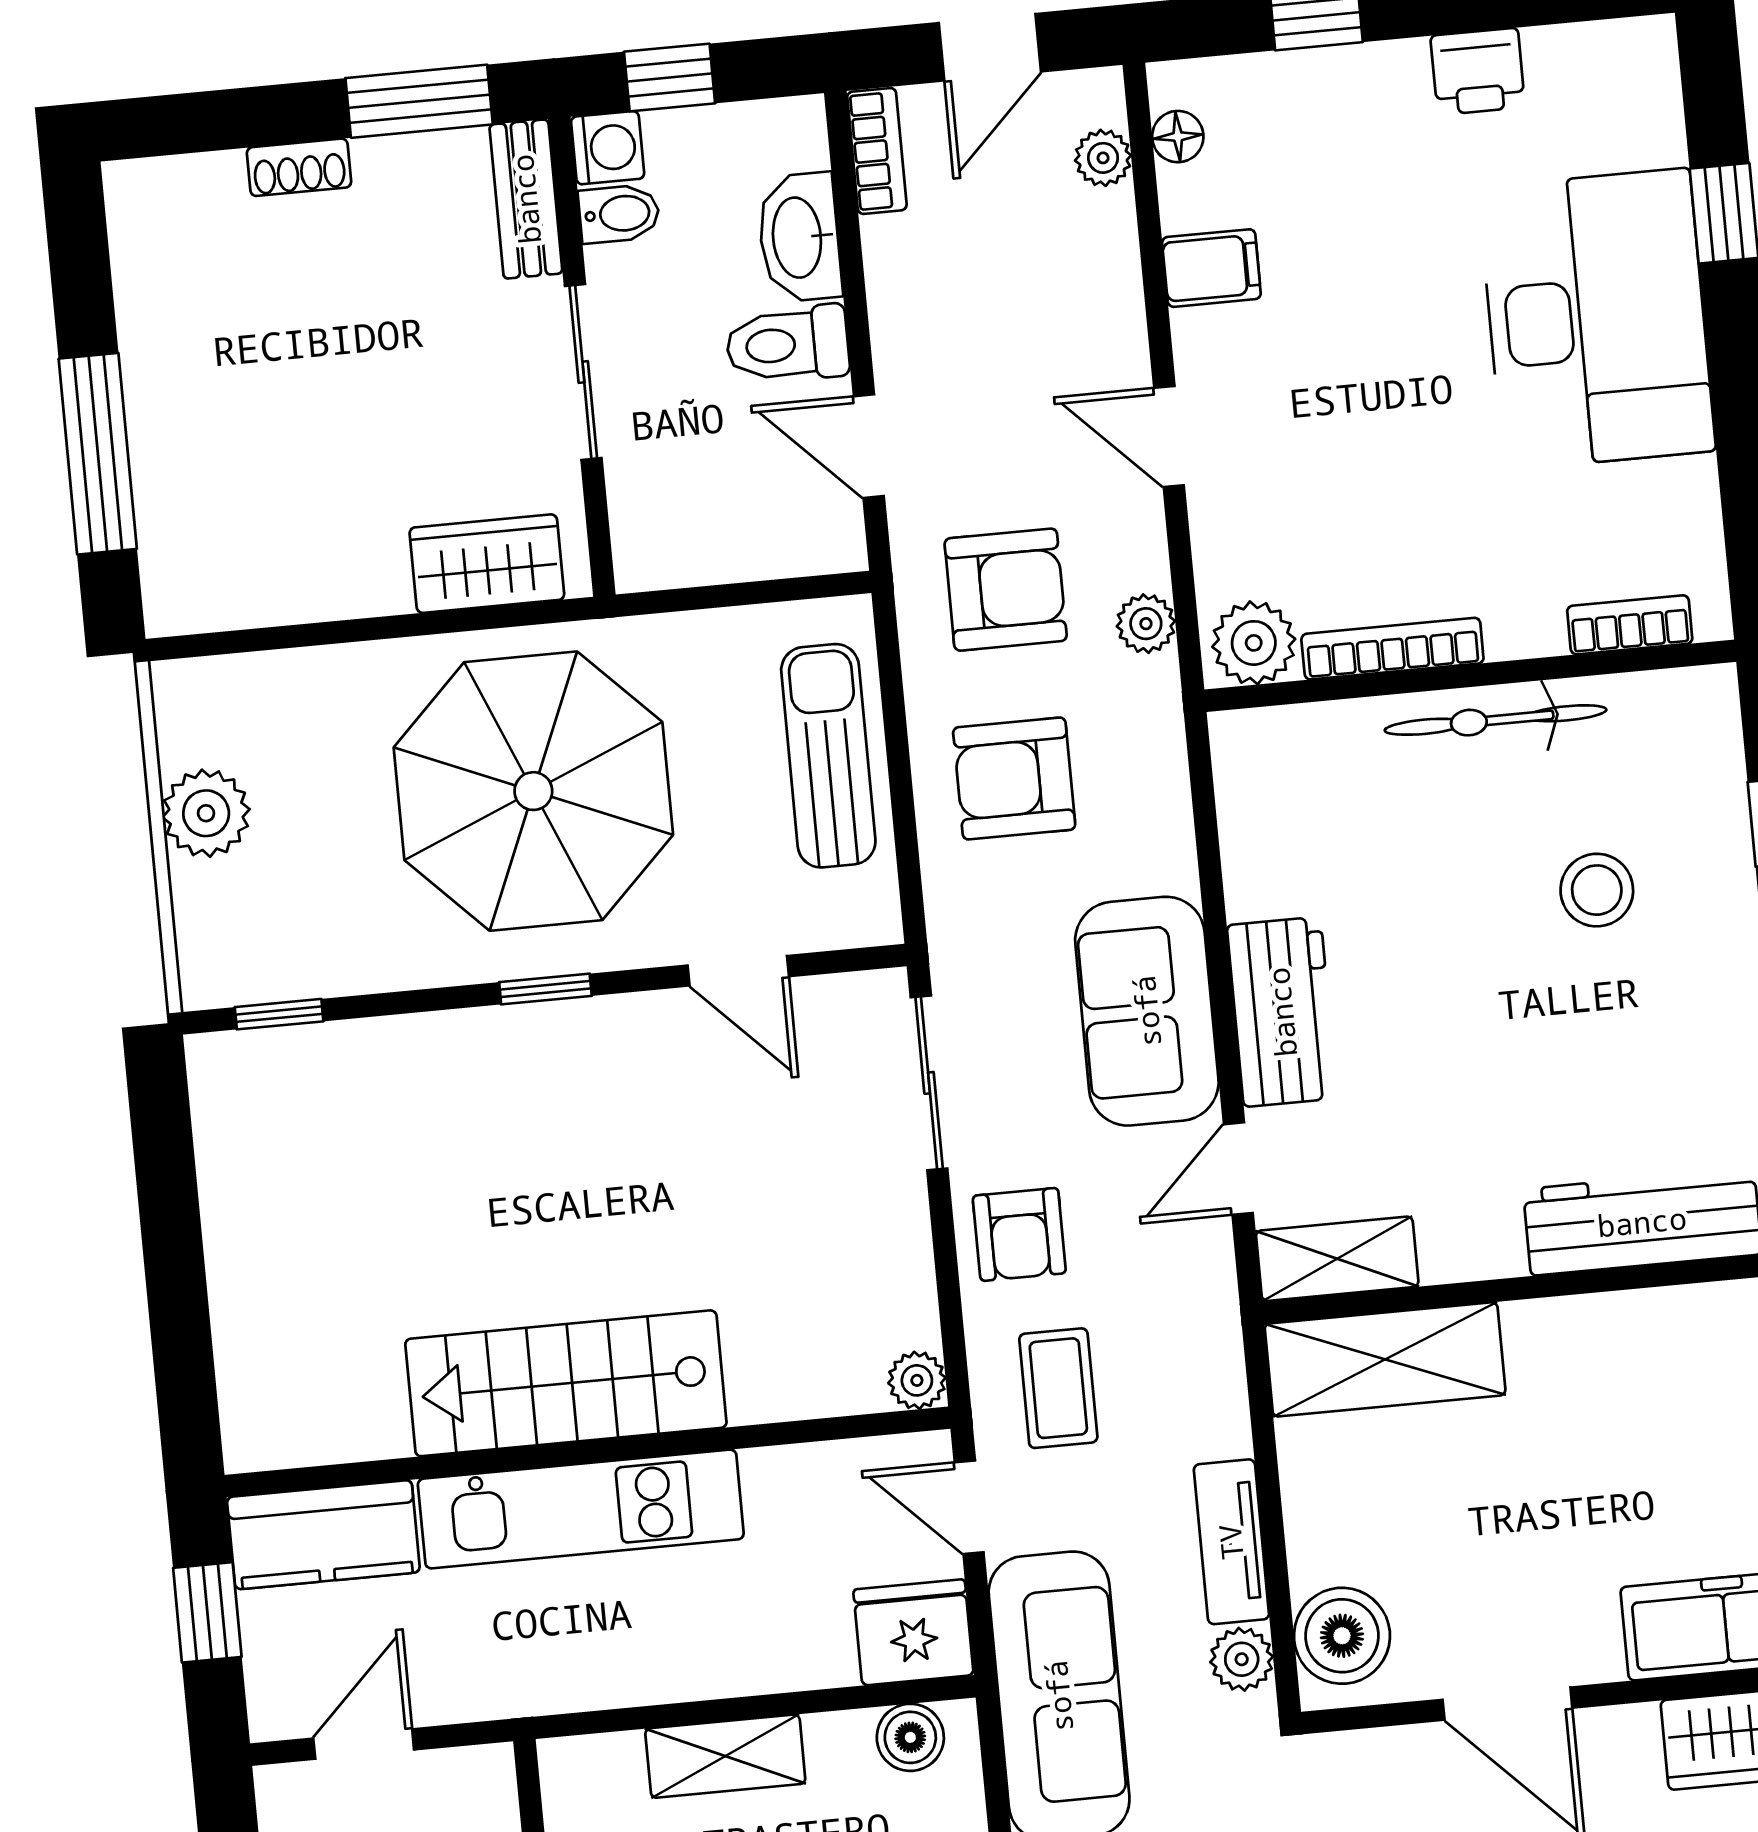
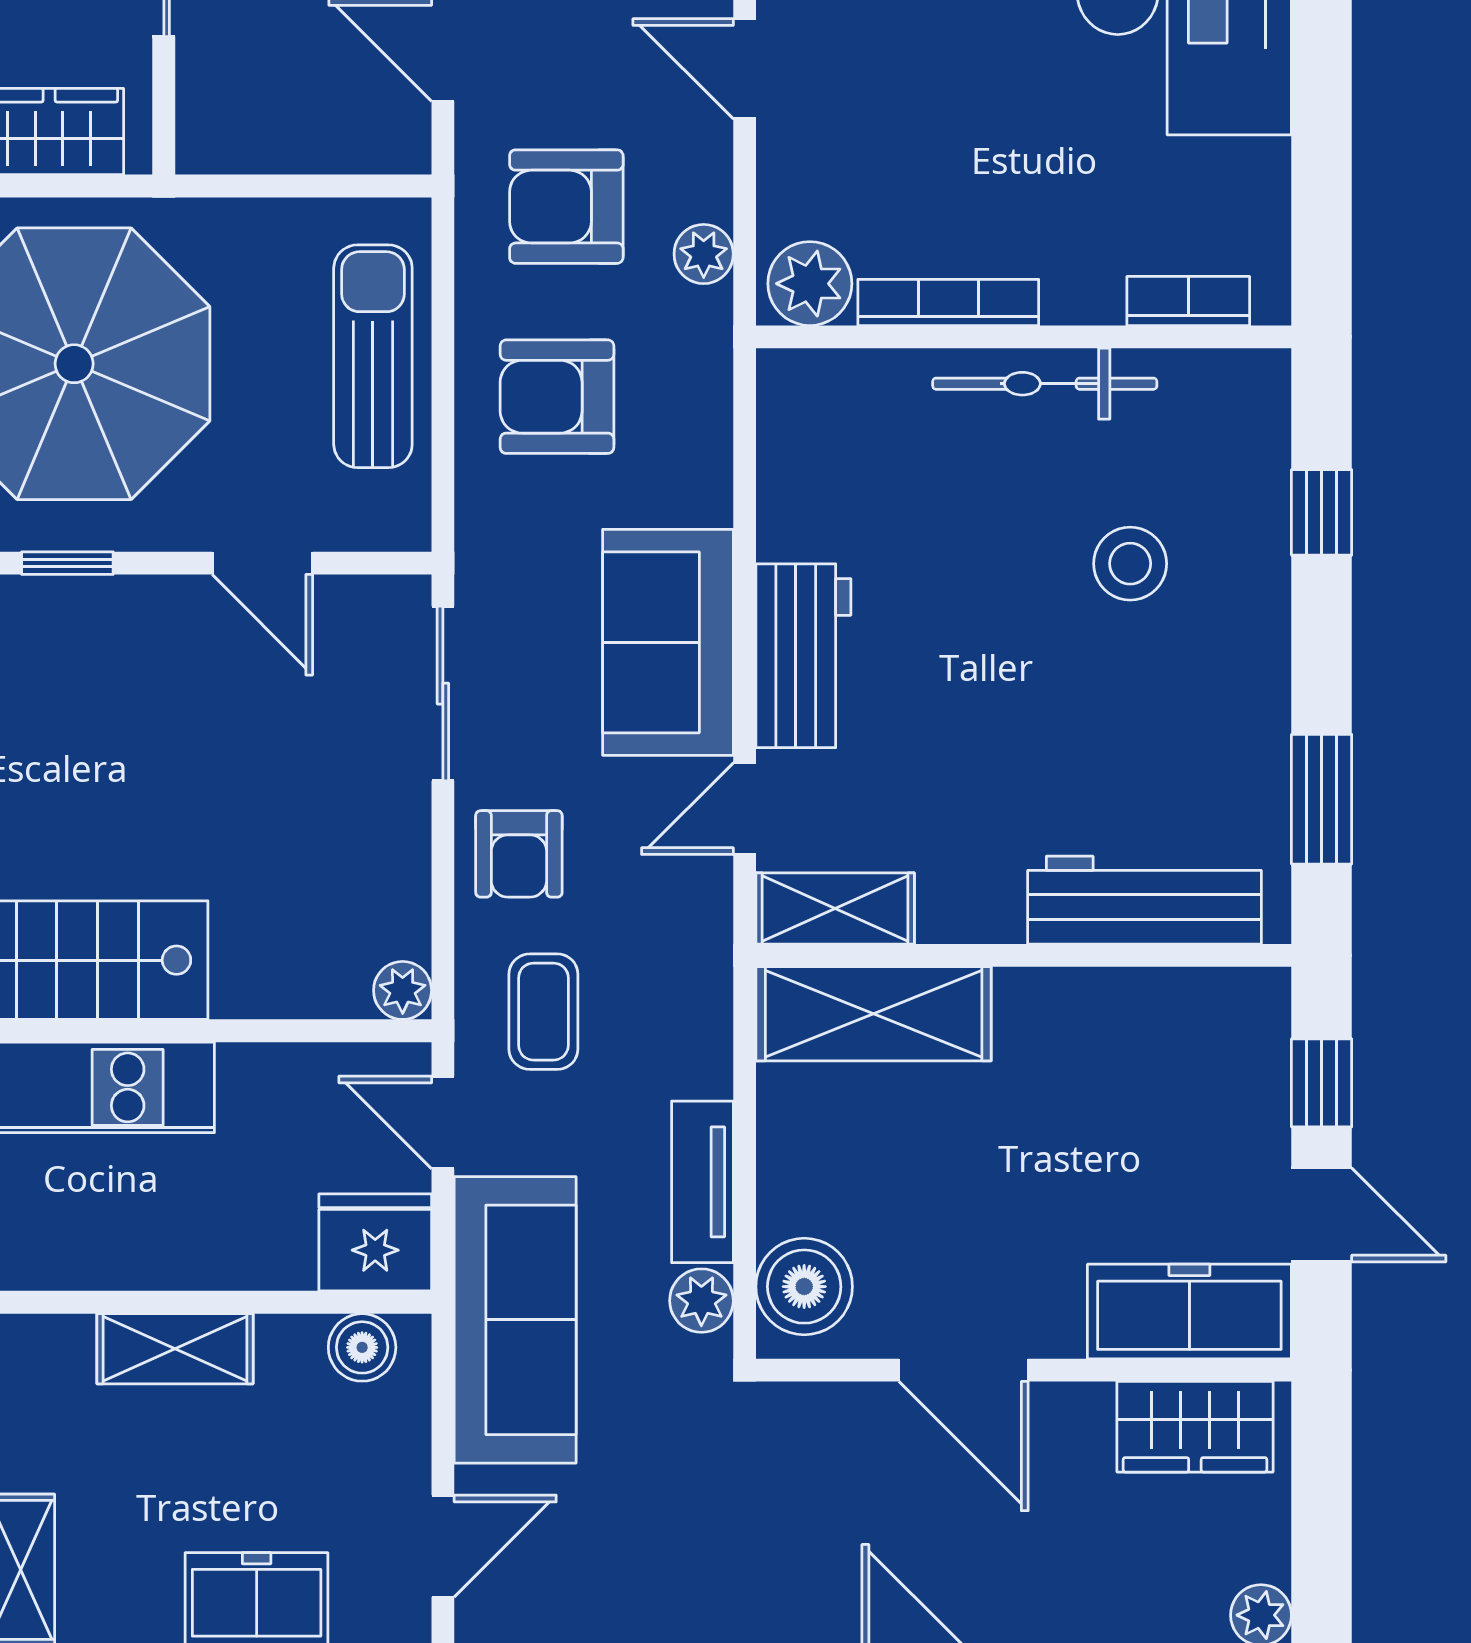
armchair: (1006, 590) -> (566, 207), turned 180

